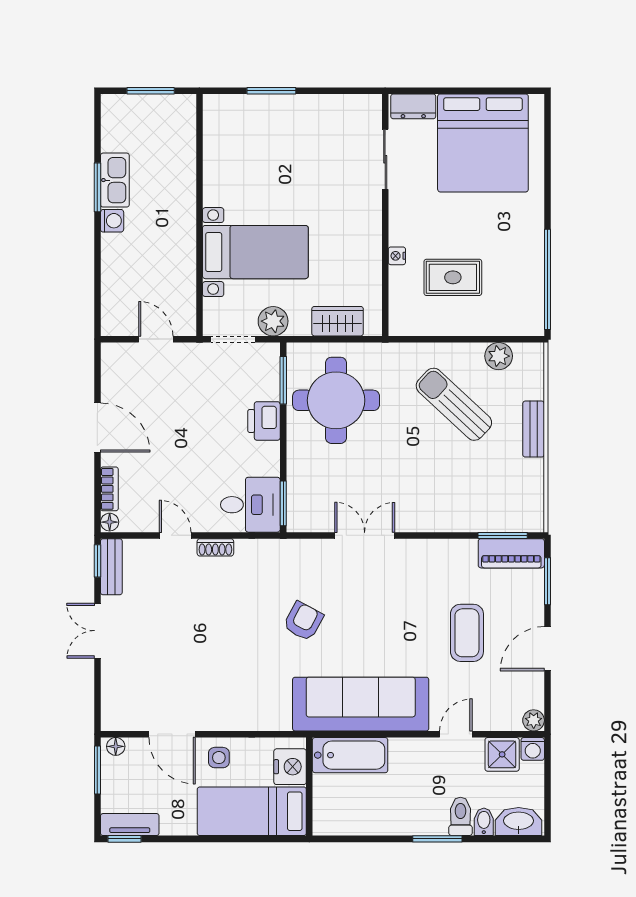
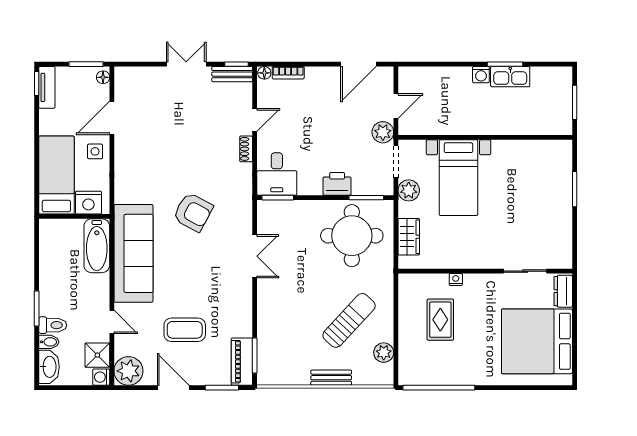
plant: (192, 357) -> (383, 132), added
door: (97, 428) -> (358, 64), moved
armchair: (303, 621) -> (193, 212), width x1.38, depth x1.38
plant: (534, 720) -> (128, 371), width x1.88, depth x1.88

